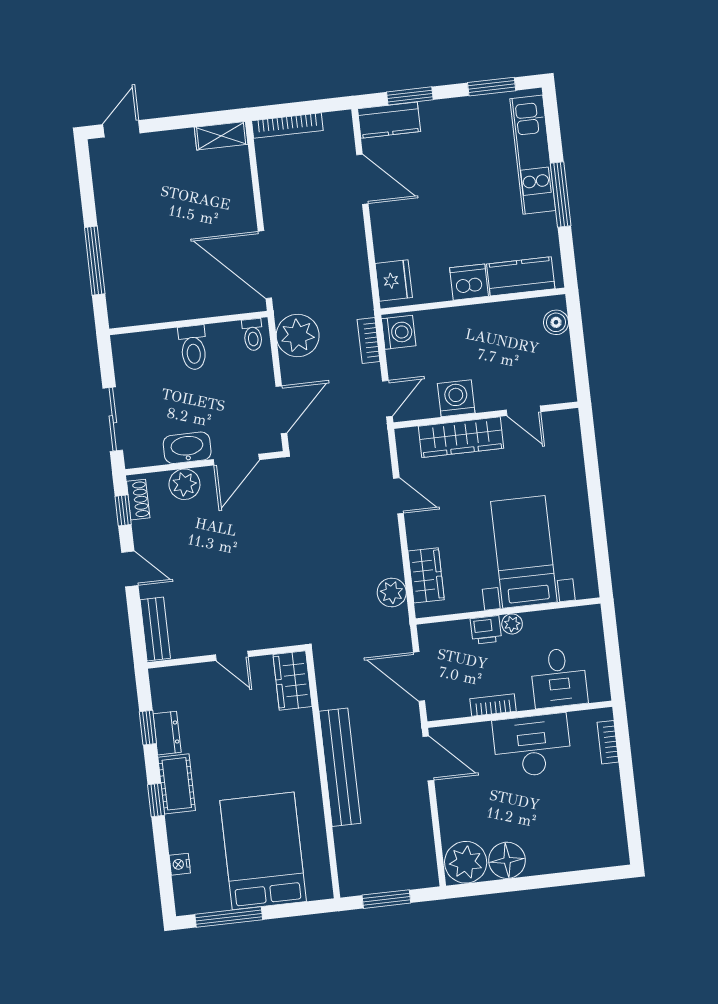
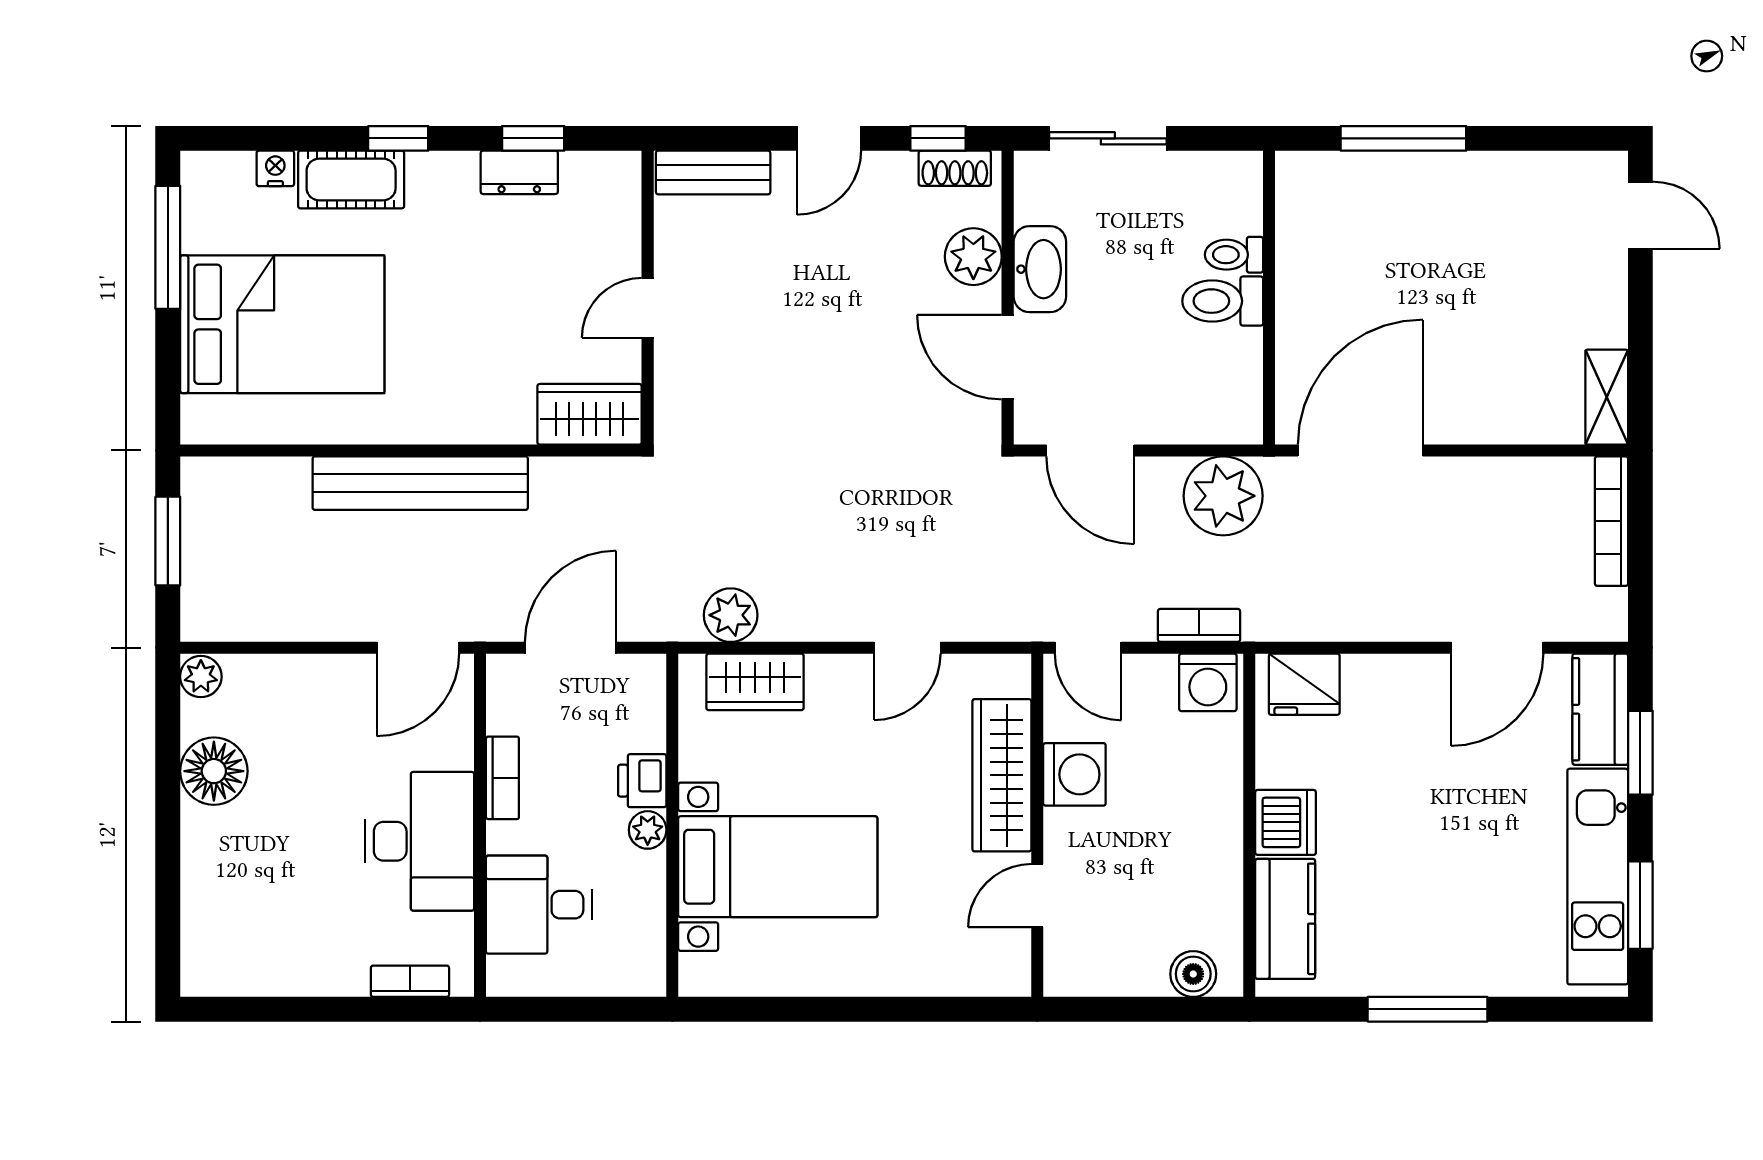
kitchen unit: (533, 155) -> (1598, 877), moved, turned -90
toilet: (253, 335) -> (1234, 255), moved
cot: (177, 784) -> (351, 180), moved
plant: (466, 862) -> (201, 677), width x0.53, depth x0.53

